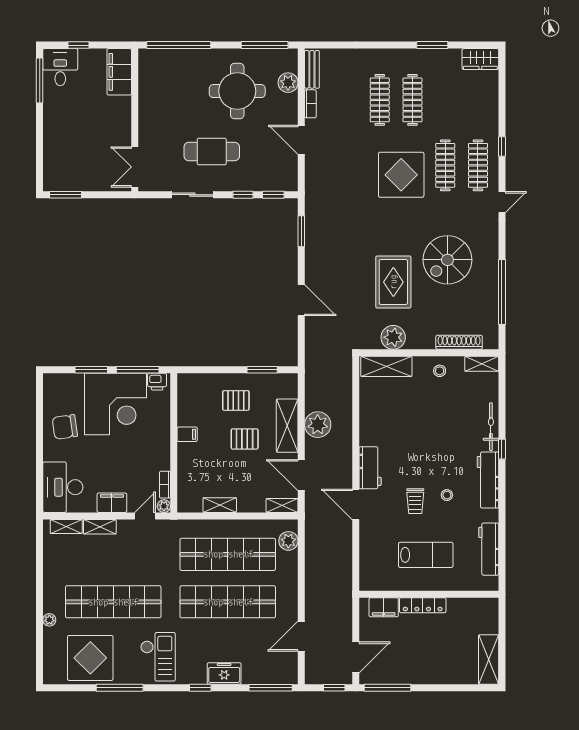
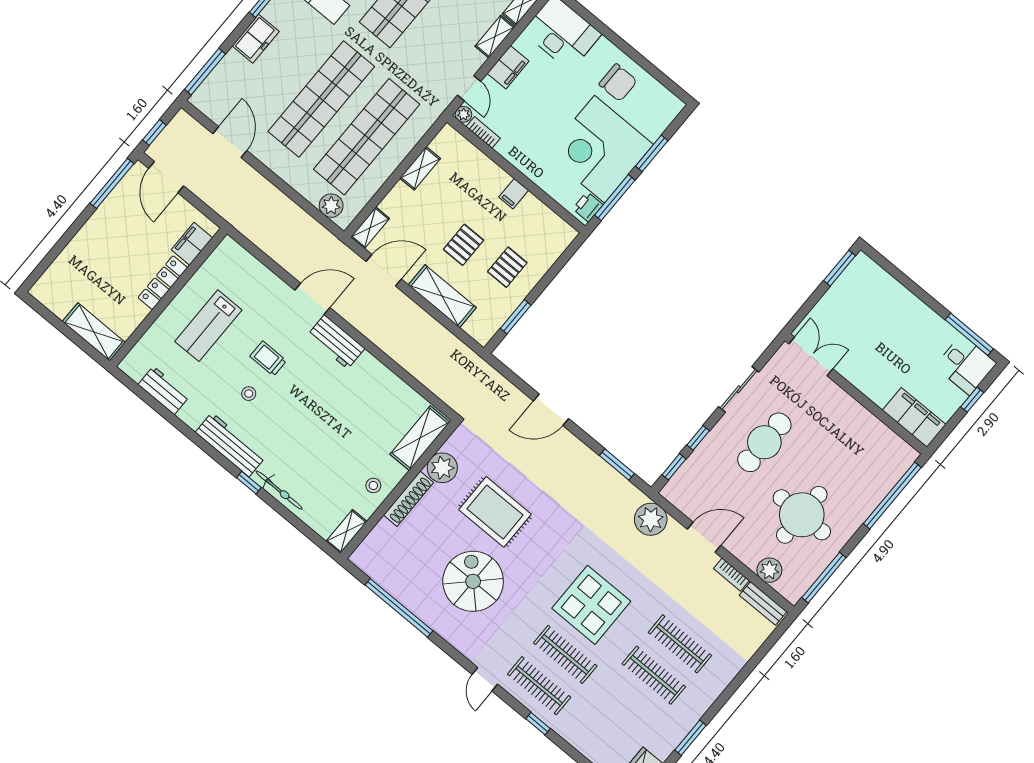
shoe rack: (459, 342) -> (408, 499), moved
plant: (318, 425) -> (651, 519), moved
chair: (65, 427) -> (618, 83), turned 98
workbench: (489, 549) -> (164, 390), width x0.73
shelving: (489, 659) -> (94, 332), moved

